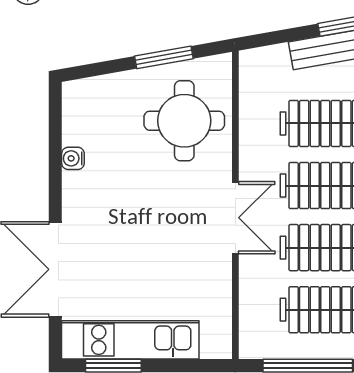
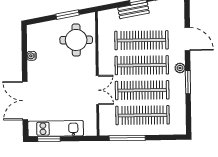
double door: (235, 218) -> (97, 90), moved

